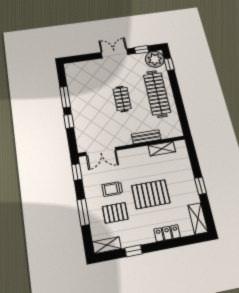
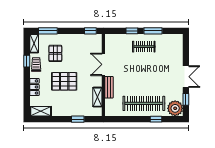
window: (169, 64) -> (156, 119), moved
clothes rail: (122, 99) -> (144, 47), moved
double door: (101, 151) -> (103, 64), moved
window: (200, 186) -> (78, 119), moved
trolley: (112, 189) -> (36, 64), moved
pallet: (151, 194) -> (64, 81), turned 90
window: (83, 212) -> (48, 31), moved

